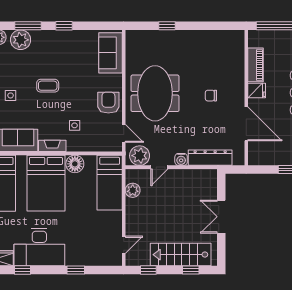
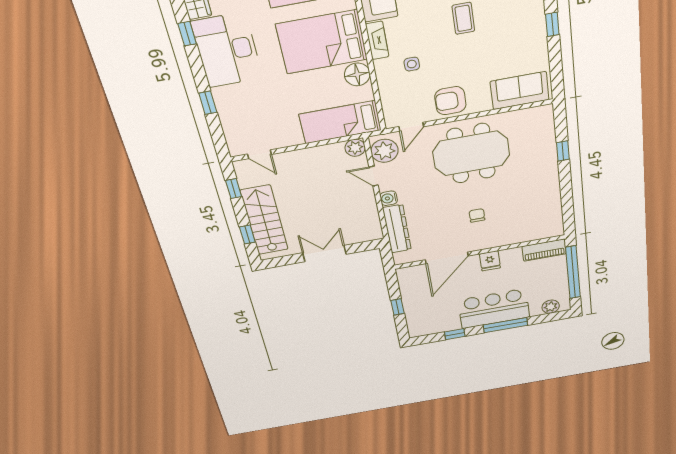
piano: (255, 65) -> (544, 250), moved
armchair: (108, 103) -> (450, 101), turned 180
plant: (133, 190) -> (355, 148), moved

